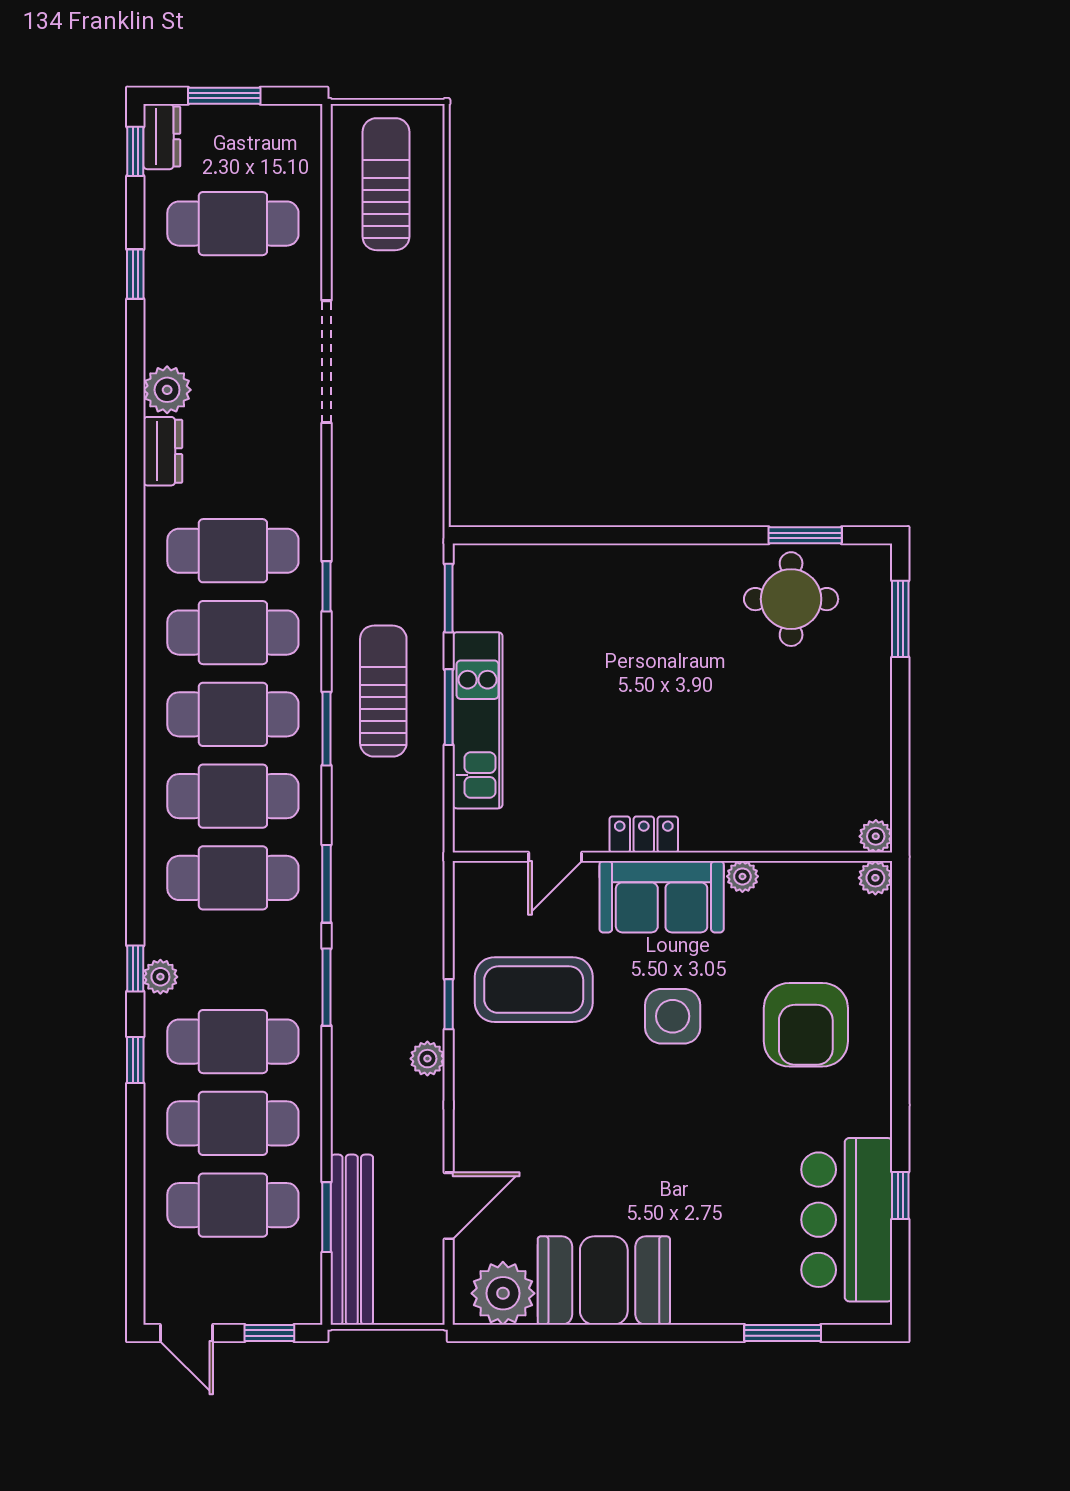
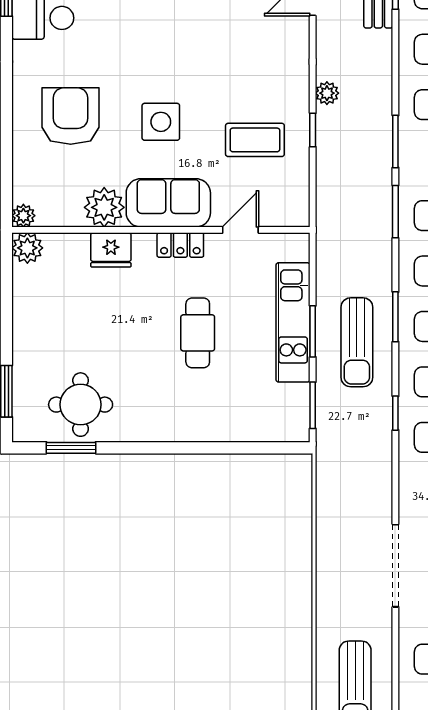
cafe table: (618, 705) -> (198, 333), added
fridge: (746, 827) -> (111, 250), added
plant: (876, 836) -> (27, 248), width x1.38, depth x1.38
plant: (742, 876) -> (104, 207), width x1.88, depth x1.88
coffee table: (534, 990) -> (255, 140), width x0.73, depth x0.76

